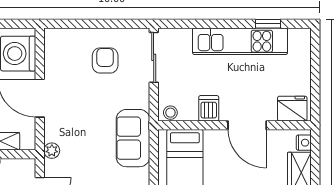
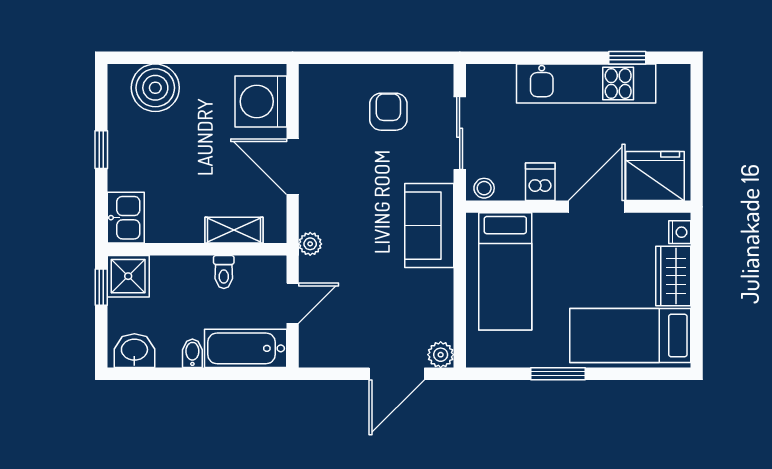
sliding door: (154, 57) -> (460, 133), moved
fridge: (292, 109) -> (655, 176), width x1.36, depth x1.34
door: (247, 125) -> (597, 207), swing flipped

